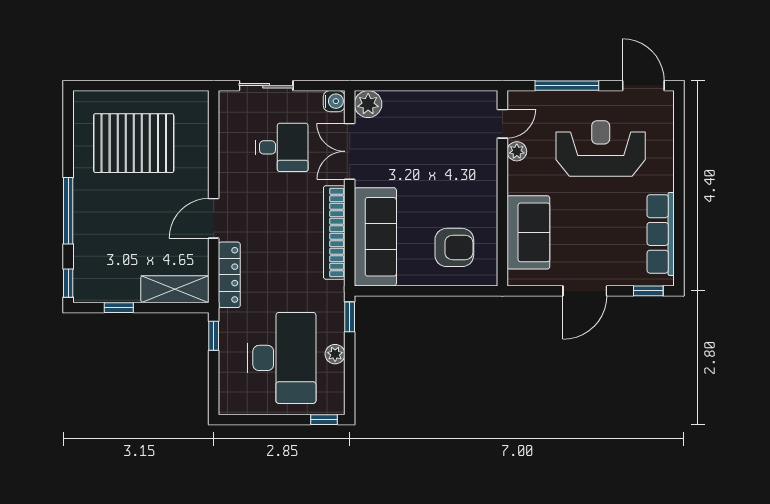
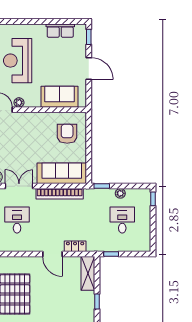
double door: (350, 151) -> (19, 186), swing flipped
row of seats: (661, 234) -> (60, 31), width x0.68
locker: (229, 275) -> (75, 246), width x0.66
desk: (282, 358) -> (122, 220), width x0.53, depth x0.77

